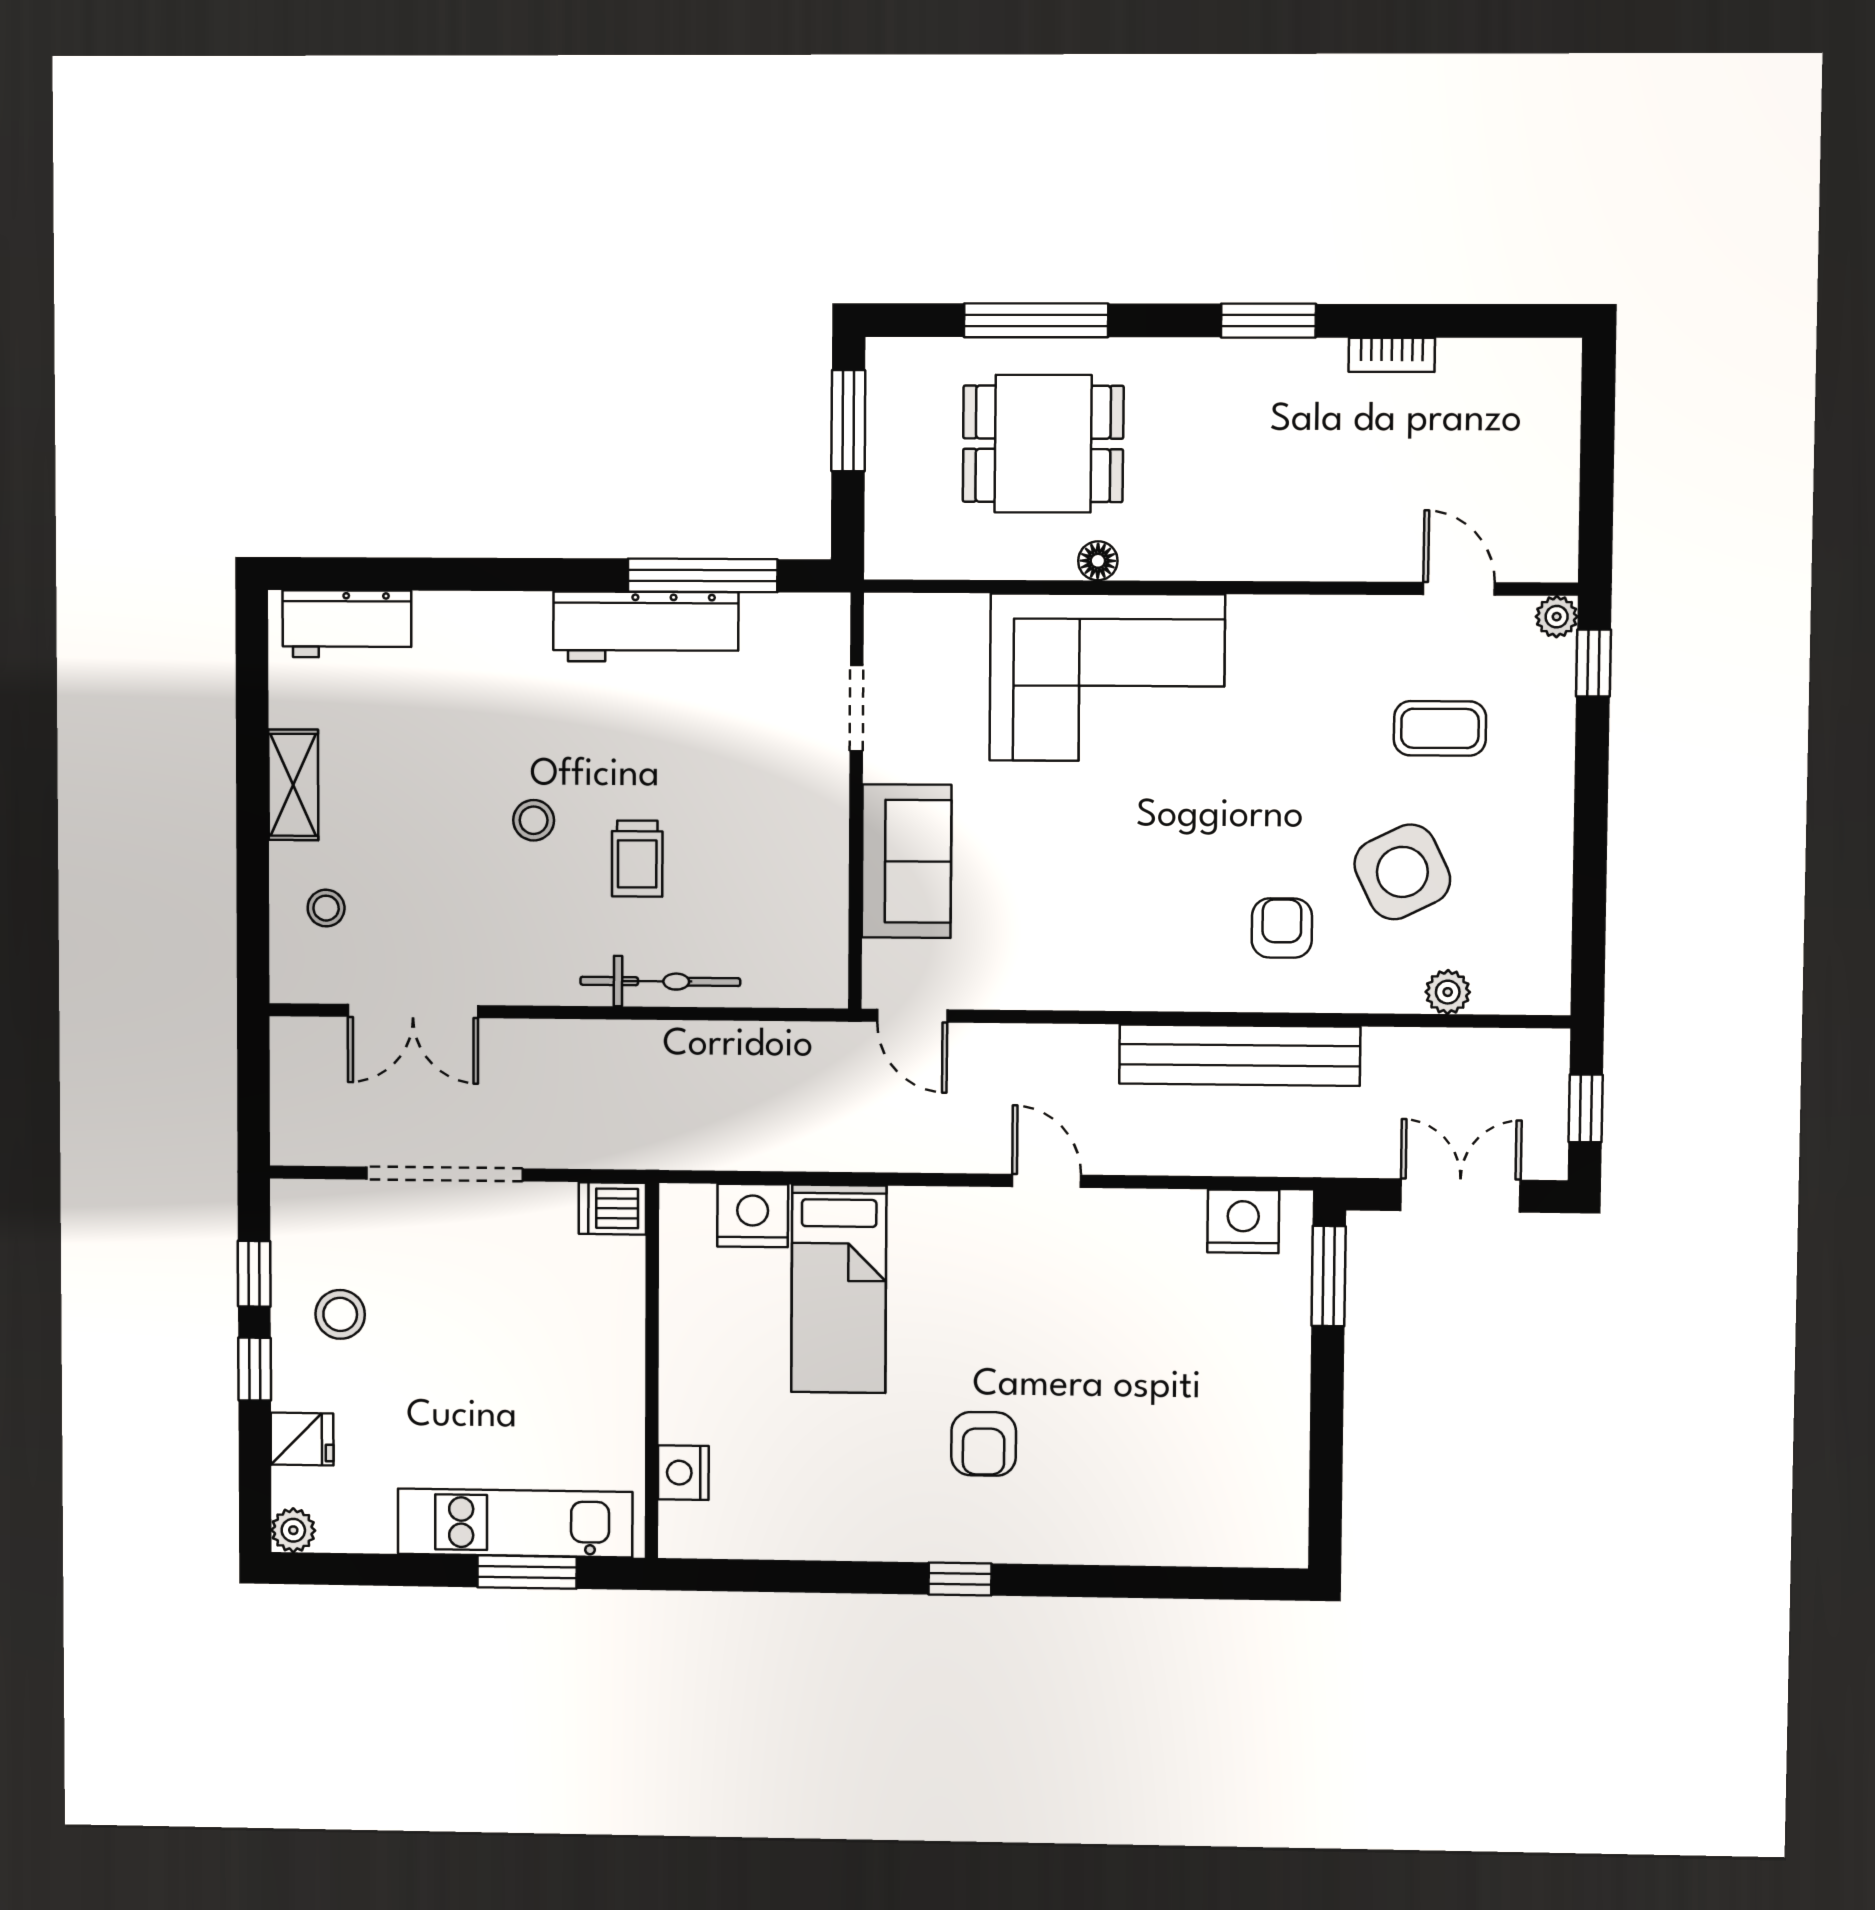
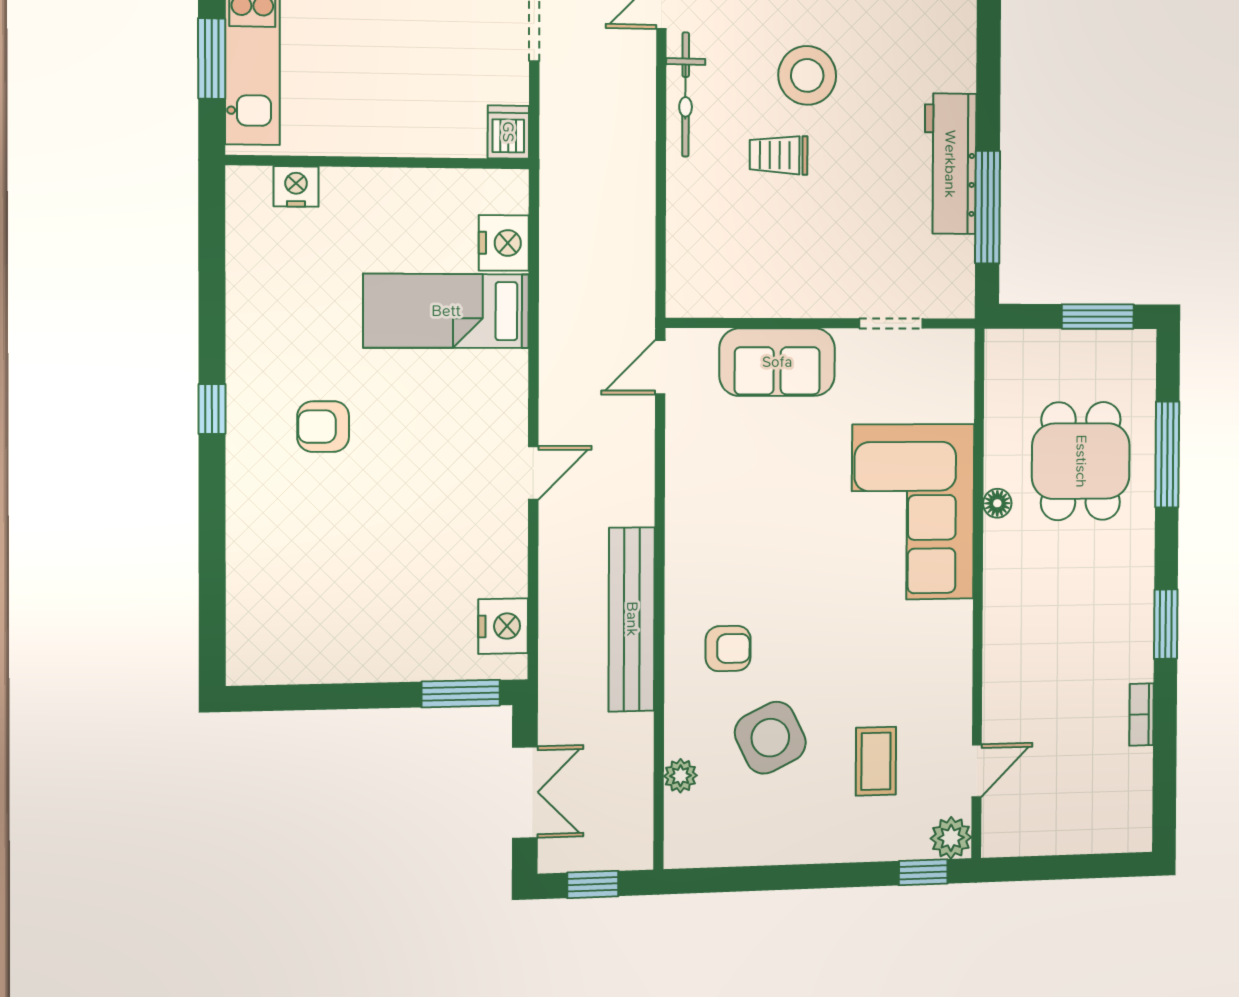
plant: (1557, 617) -> (951, 838), width x1.38, depth x1.38
stool: (534, 820) -> (807, 75), width x1.89, depth x1.89
bicycle: (660, 981) -> (686, 94), moved

